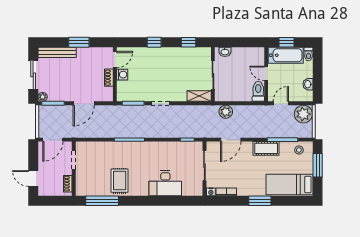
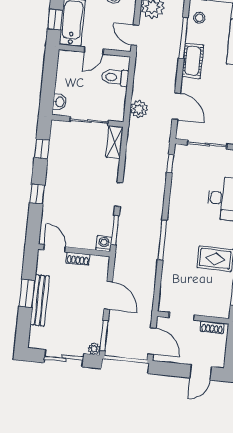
bench: (57, 52) -> (40, 300), moved
washing machine: (122, 75) -> (104, 244), moved
toilet: (258, 91) -> (115, 77), moved

